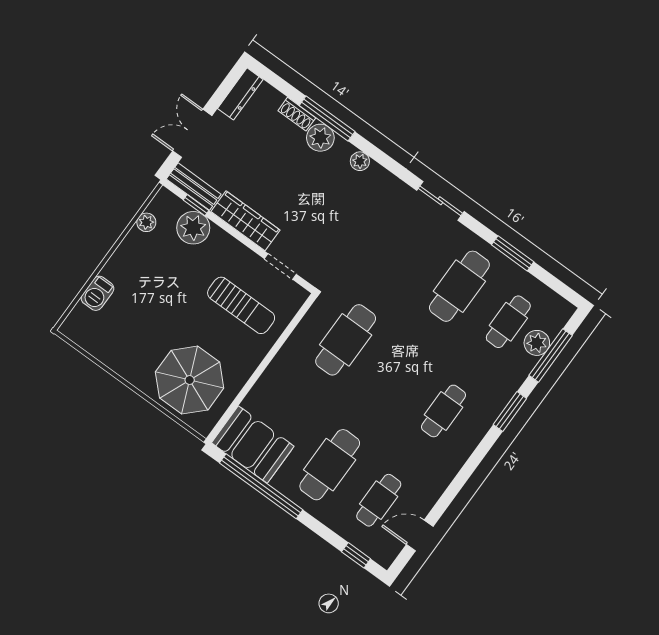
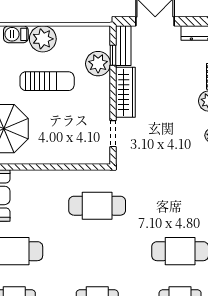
plant: (146, 222) -> (43, 39), moved, width x1.87, depth x1.87
sun lounger: (241, 305) -> (47, 81), moved, turned -90

